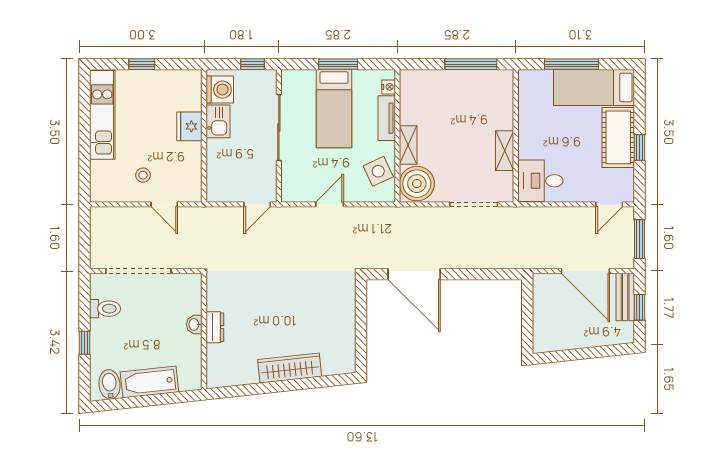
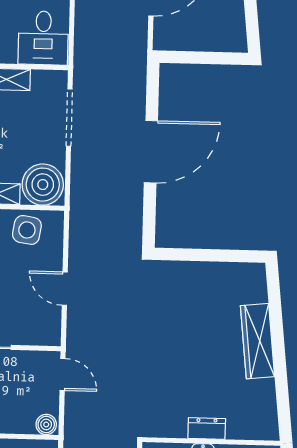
side table: (378, 171) -> (27, 230), turned 34
boiler: (215, 192) -> (46, 424), added
door: (414, 274) -> (151, 152), moved

